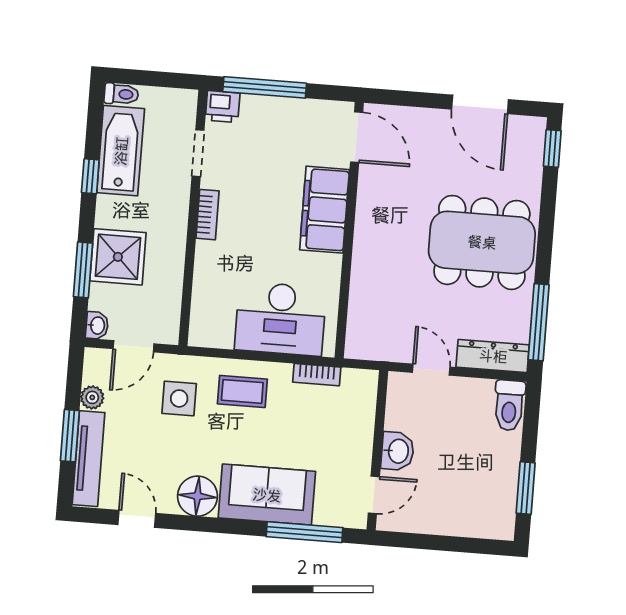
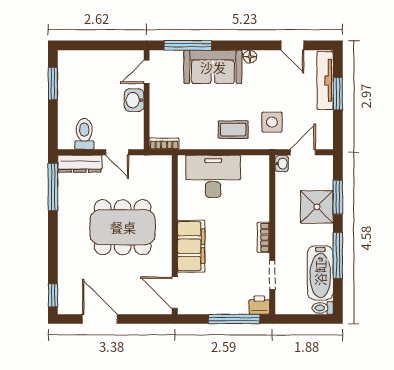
window: (90, 176) -> (338, 256), width x2.17
dining table: (482, 242) -> (123, 227), moved
washbasin: (97, 325) -> (282, 164), moved, turned 180
bookcase: (317, 375) -> (164, 144), moved
plant: (92, 397) -> (326, 118), removed
toilet: (509, 405) -> (84, 134), moved
floor lamp: (198, 496) -> (250, 57), width x0.53, depth x0.53

